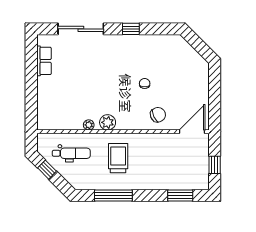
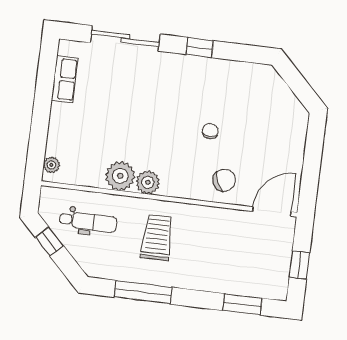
plant: (42, 119) -> (51, 165), added
plant: (89, 125) -> (120, 176), width x1.88, depth x1.88

